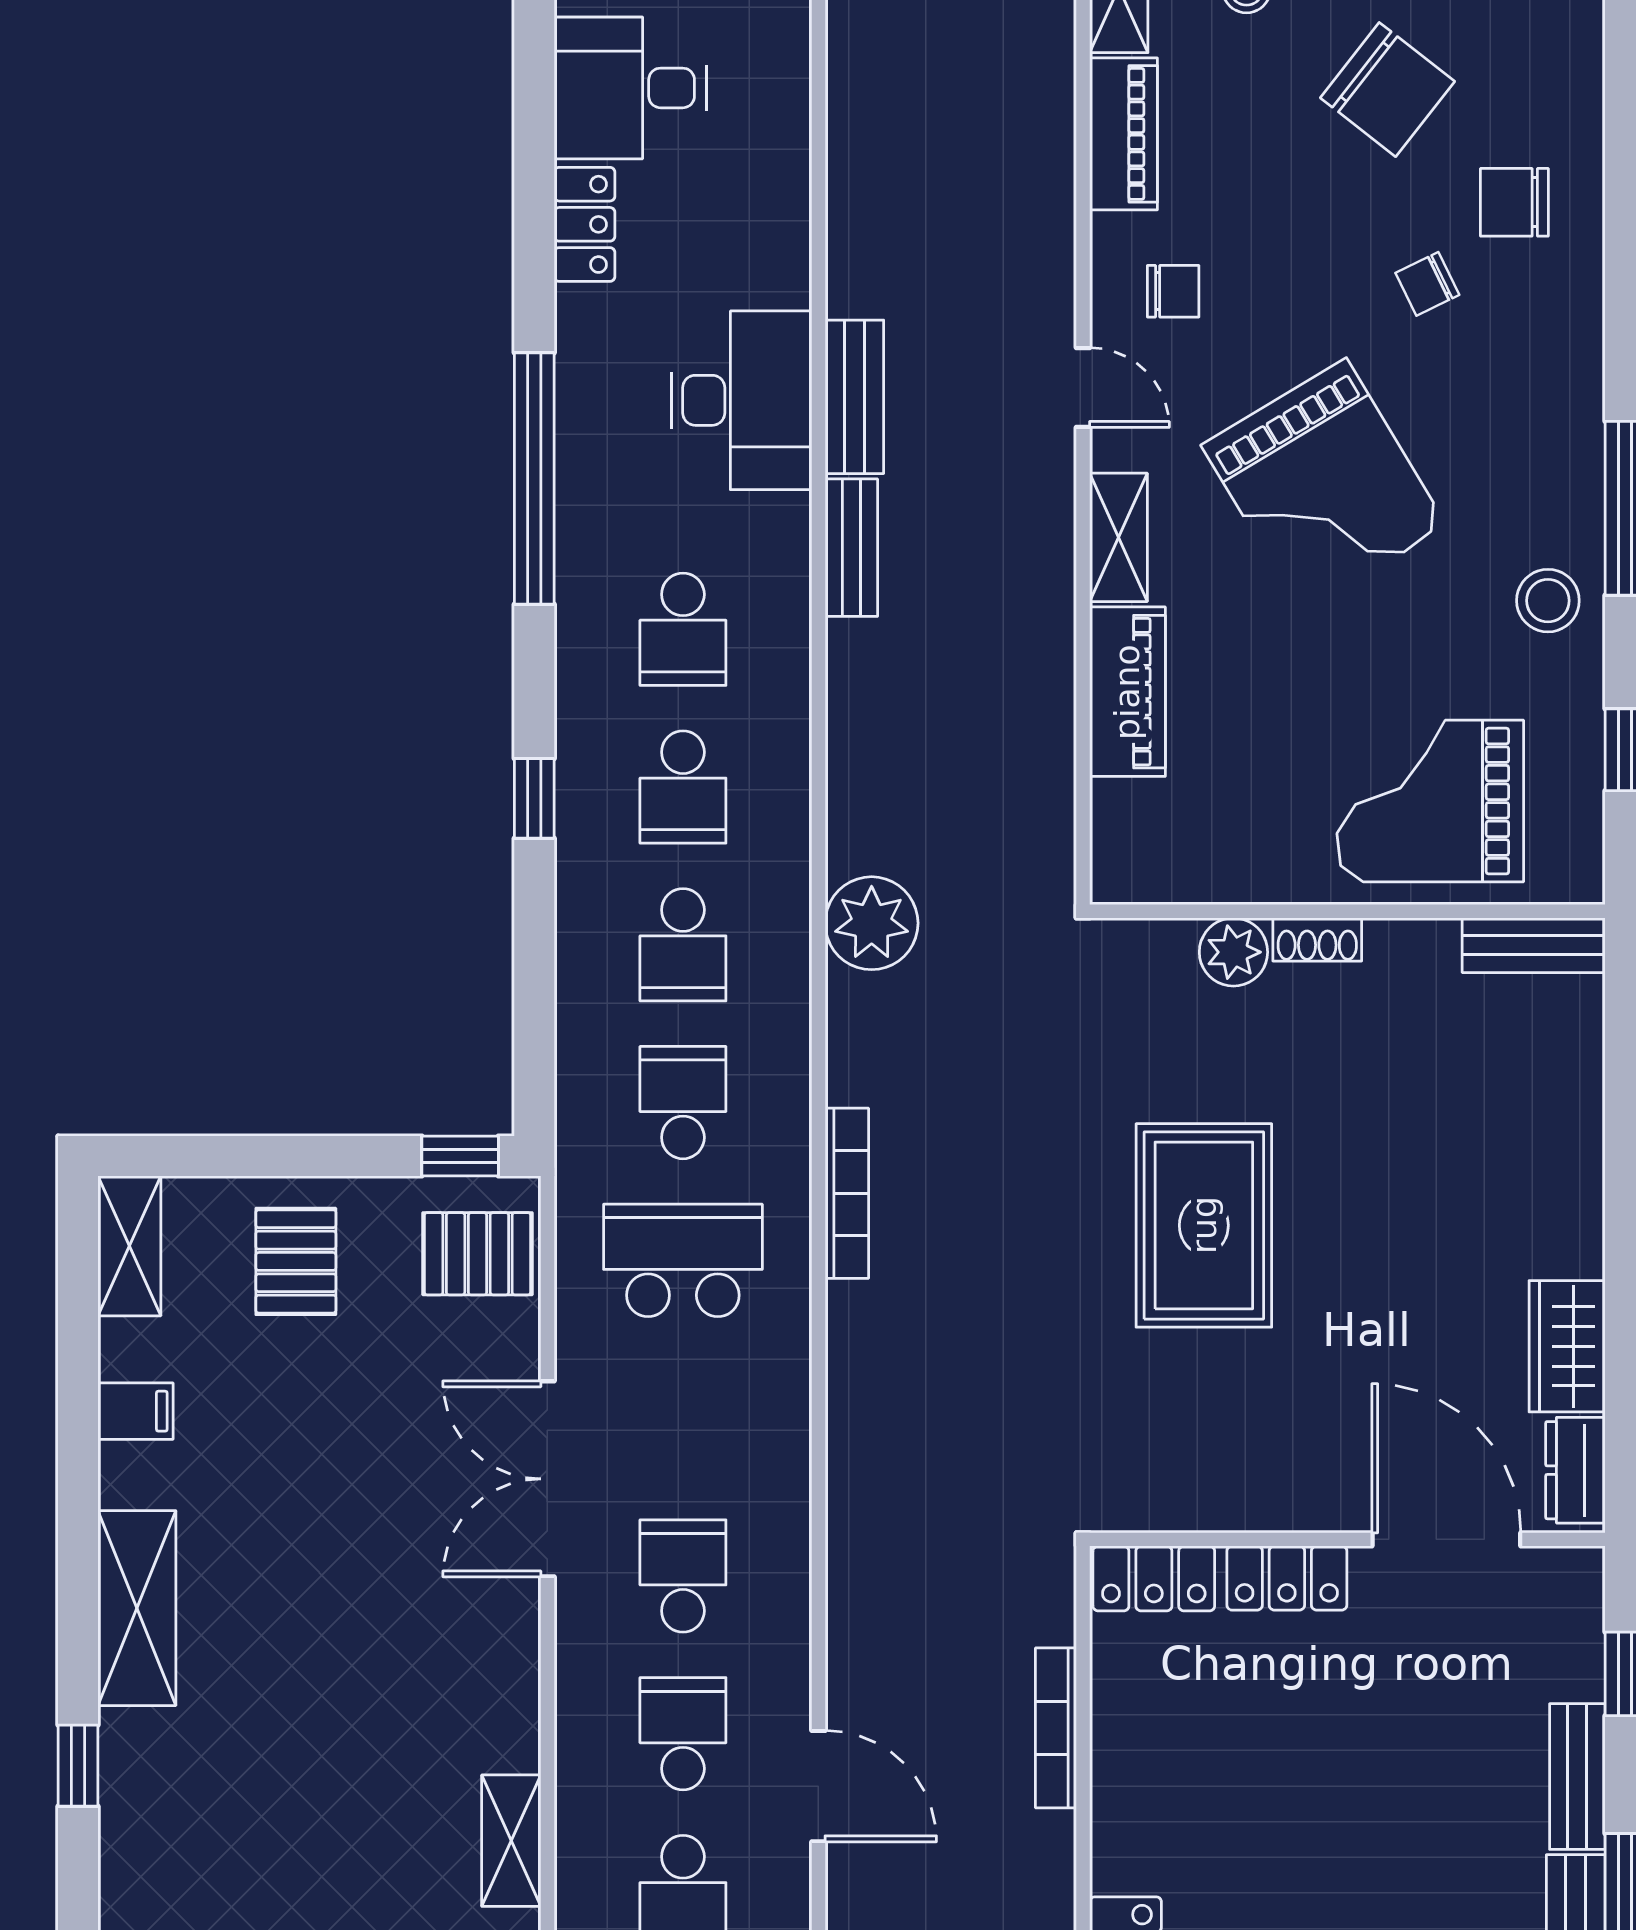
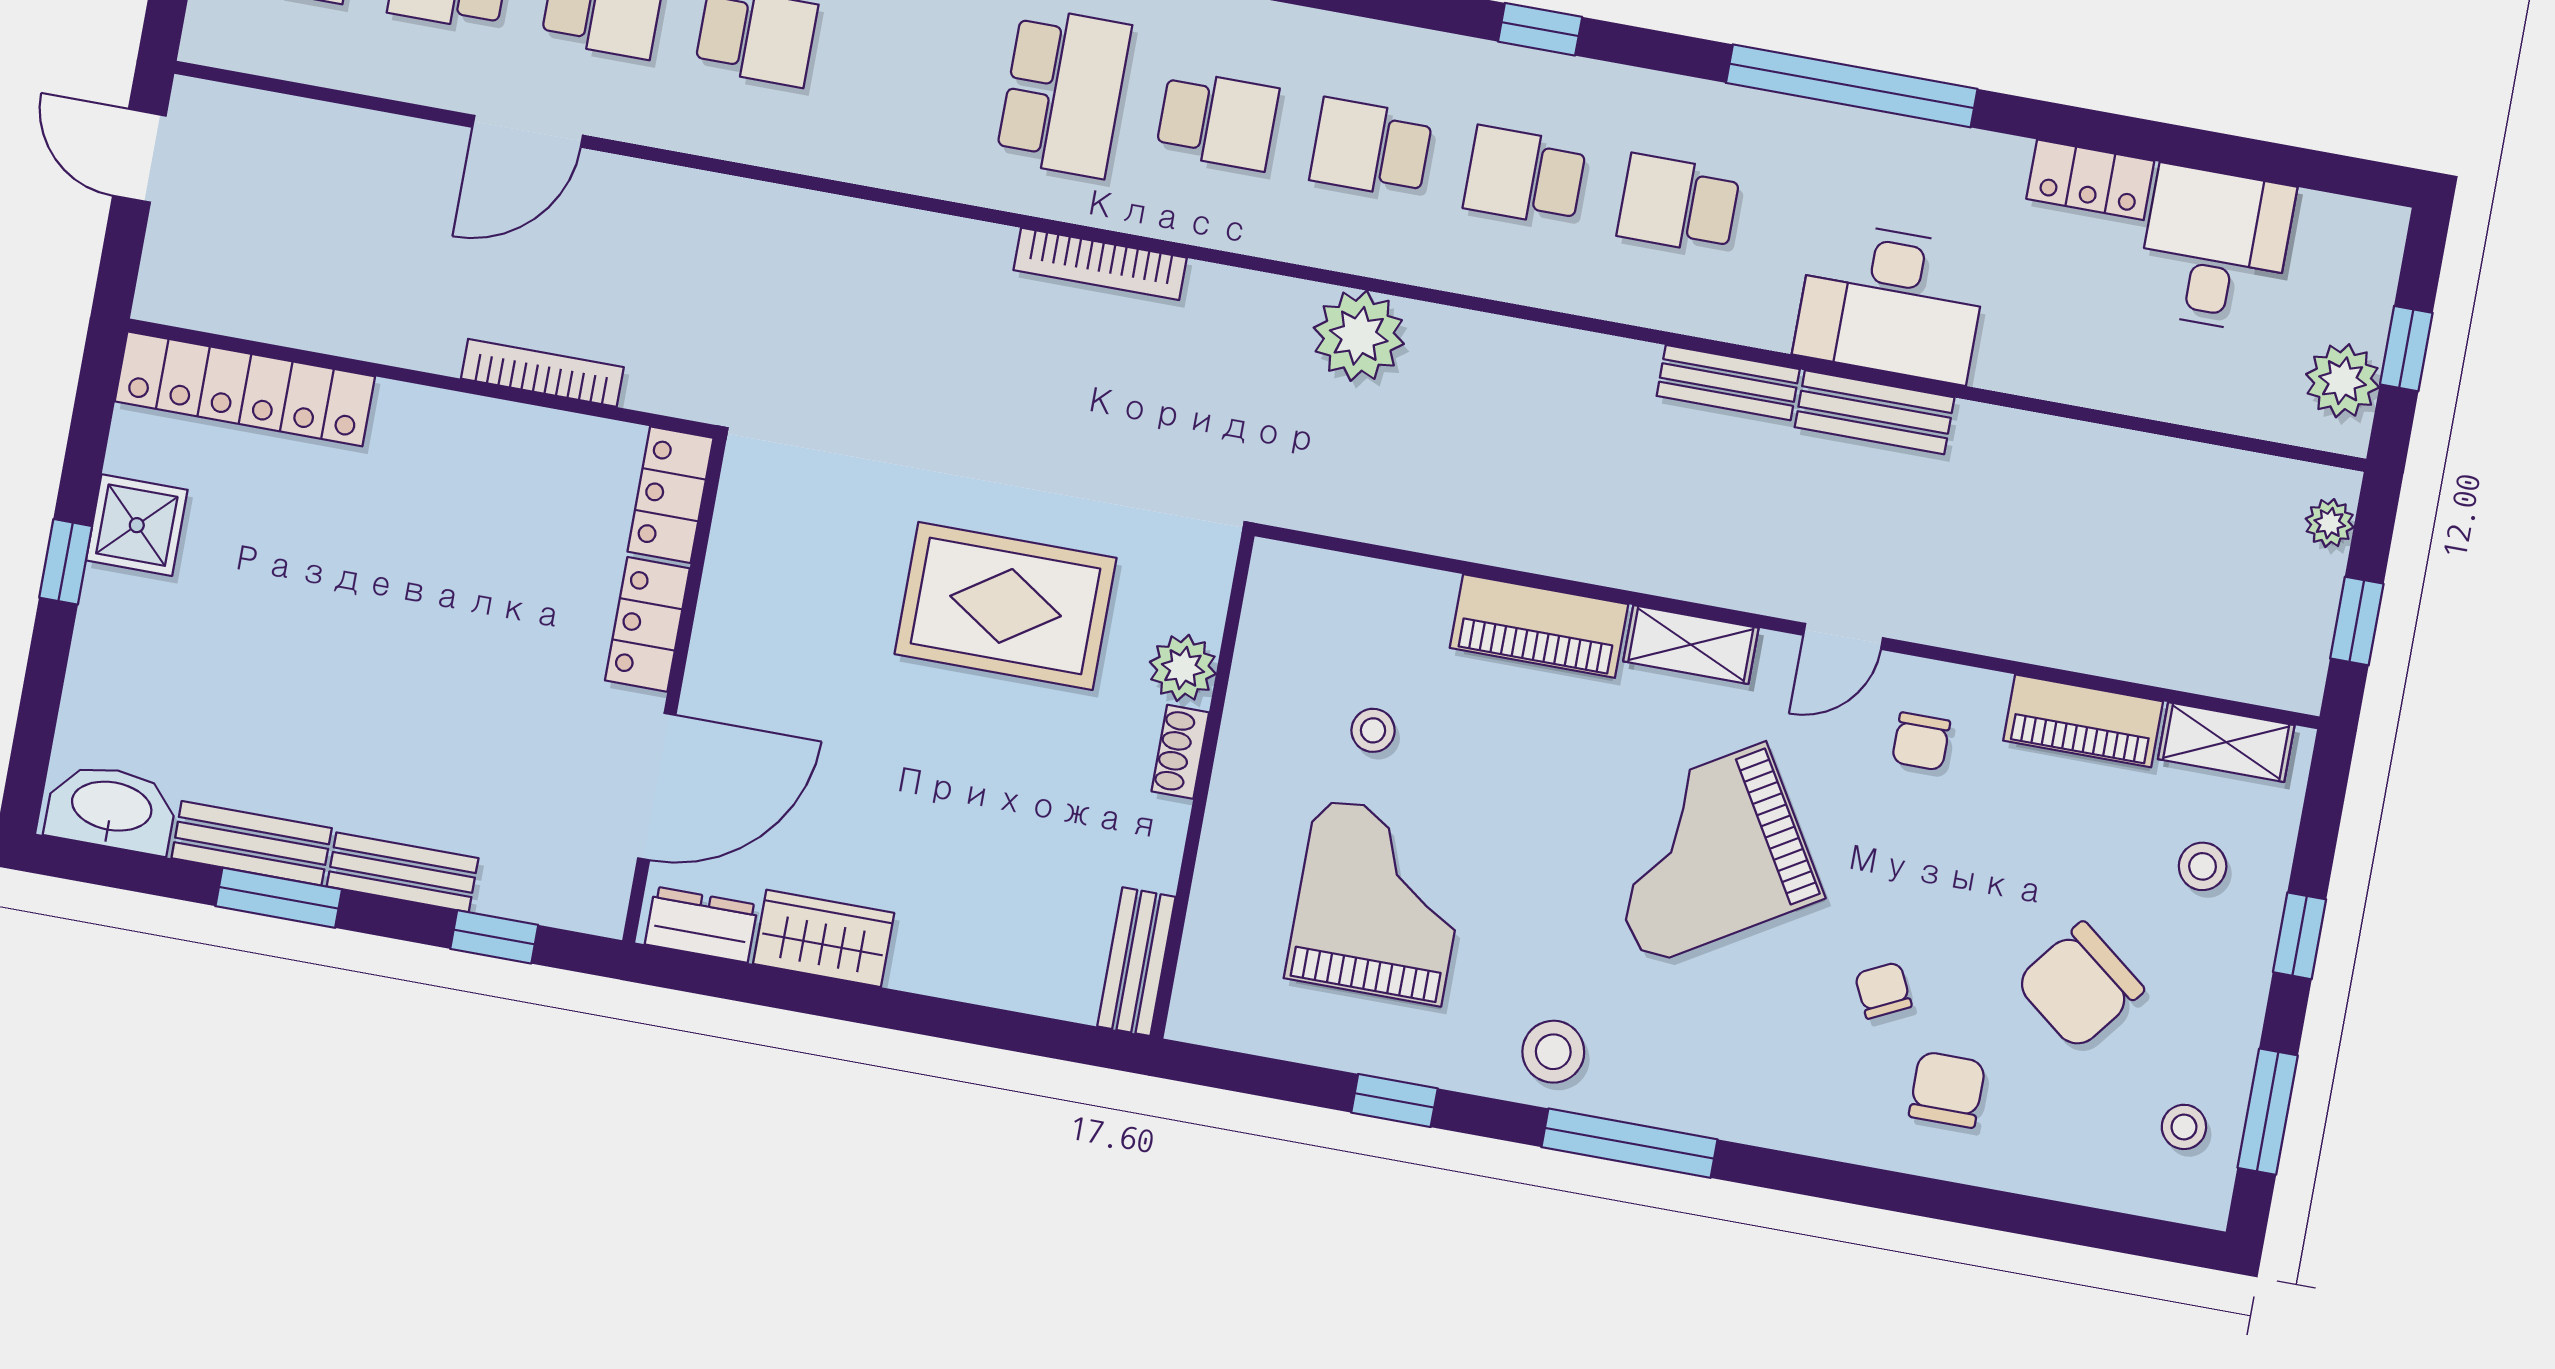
stool: (1261, 838) -> (1373, 730), added
wall: (1347, 911) -> (1202, 786), moved
shoe rack: (1317, 939) -> (1180, 752), moved
bench: (1534, 945) -> (1136, 962), moved
plant: (1233, 952) -> (1183, 668), moved

